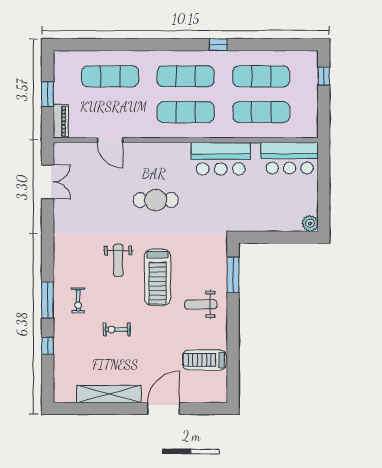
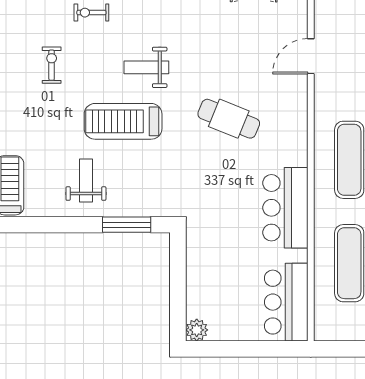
cafe table: (156, 200) -> (229, 119), turned -68

